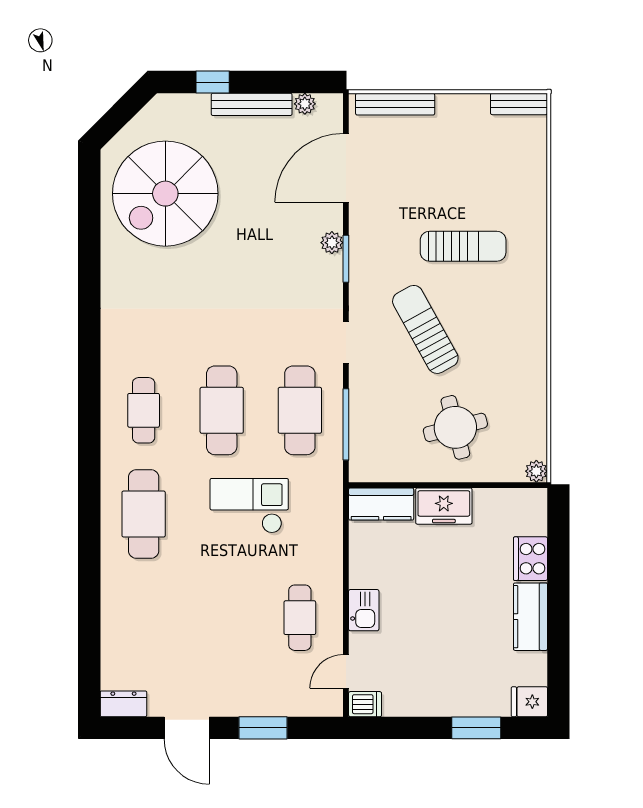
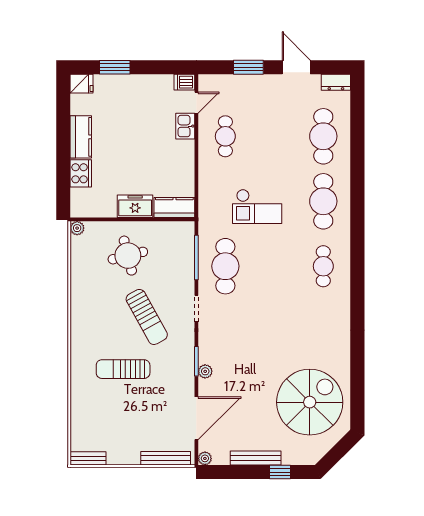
plant: (305, 104) -> (205, 458), moved
cafe table: (222, 410) -> (323, 136), moved
kitchen sink: (364, 610) -> (185, 126), moved

